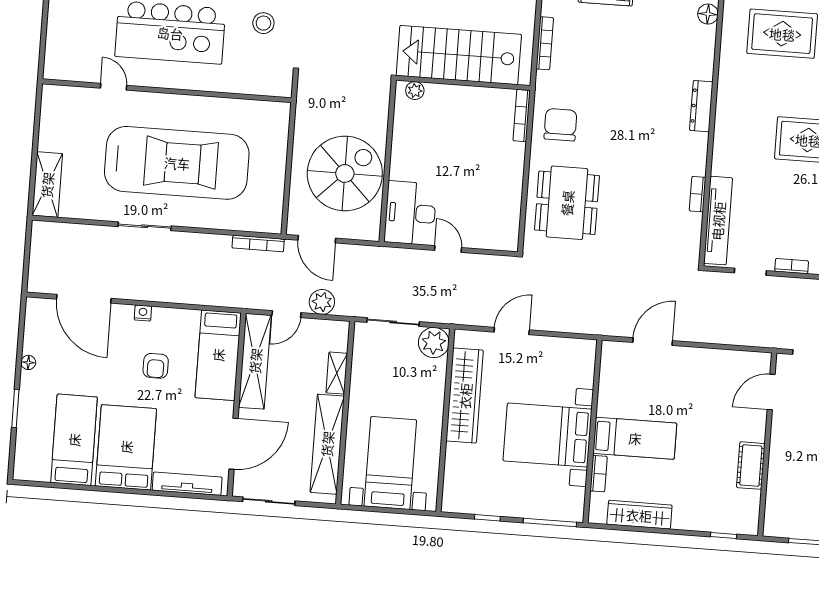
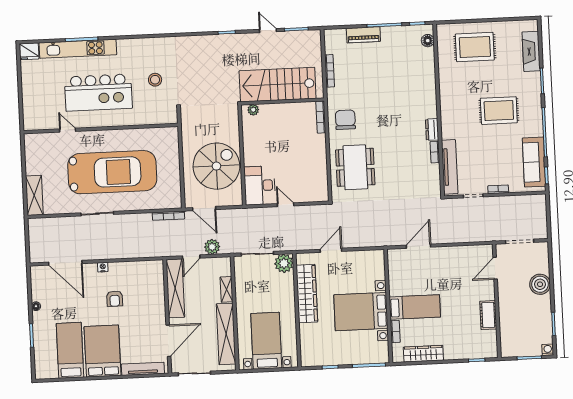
dresser: (701, 106) -> (432, 130), moved, width x0.70
bed: (218, 355) -> (152, 287), removed

